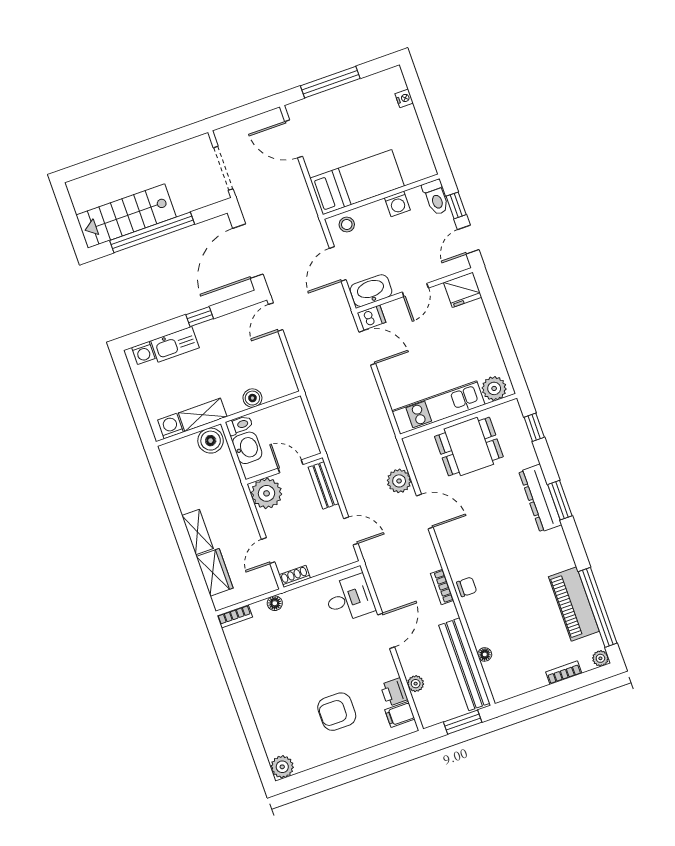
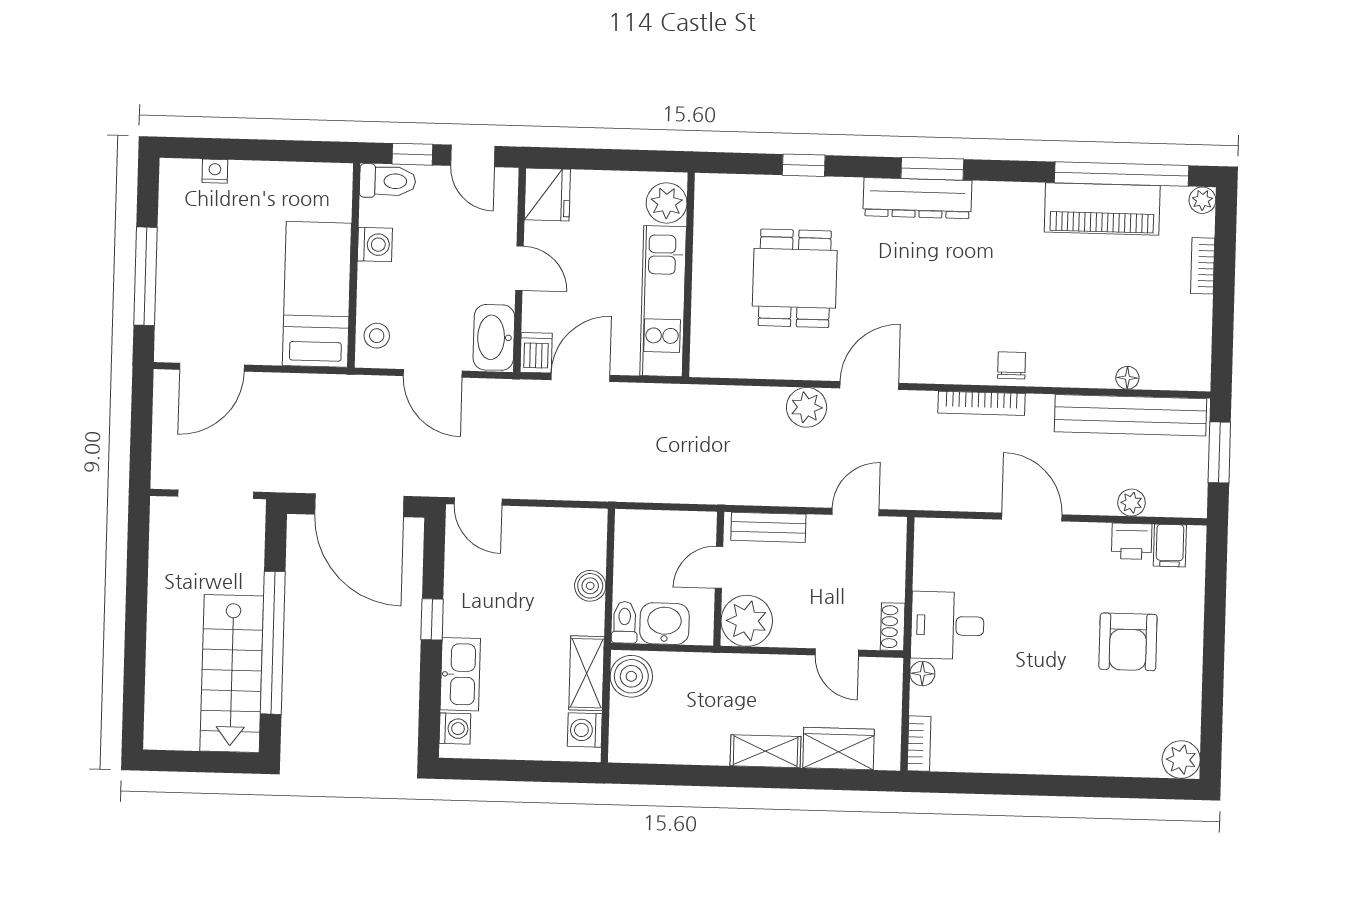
plant: (494, 388) -> (667, 203), moved
kitchen unit: (438, 408) -> (663, 301), moved
wall: (459, 416) -> (688, 275), moved
bookcase: (442, 587) -> (981, 403), width x1.56
desk: (349, 598) -> (947, 626), moved, turned -90

